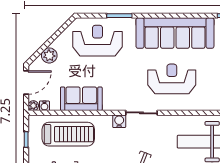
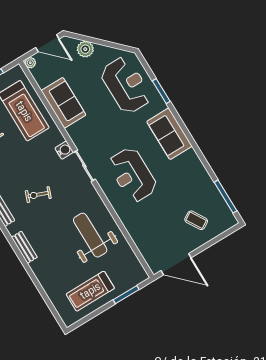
sofa: (175, 33) -> (169, 134), width x0.54, depth x0.79
reception desk: (172, 79) -> (132, 175), turned 180
water cooler: (44, 106) -> (36, 73), removed

